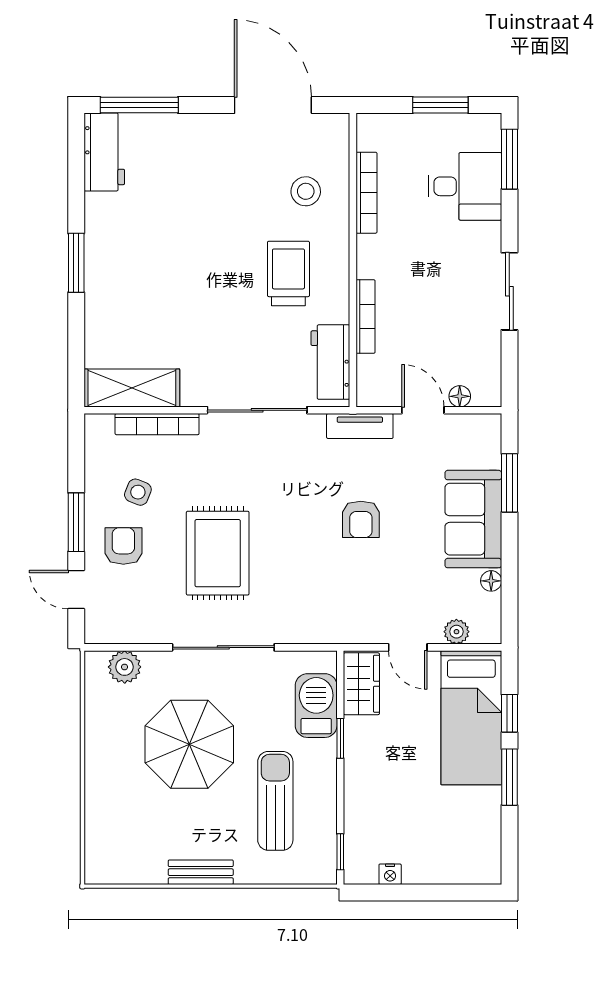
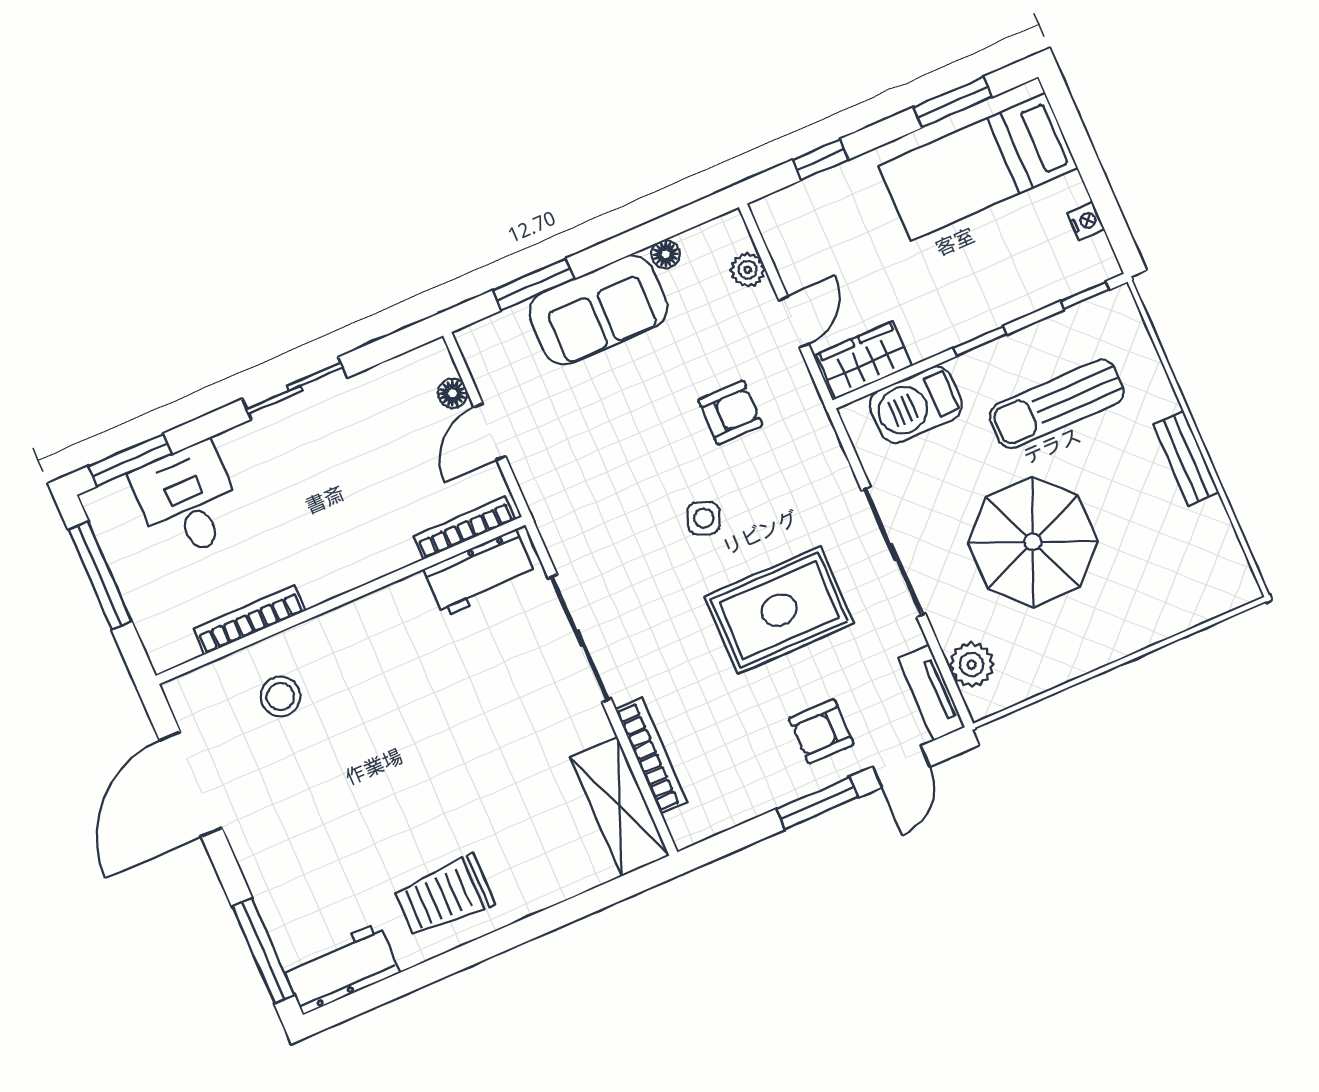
window: (440, 105) -> (100, 575), width x1.44
window: (76, 263) -> (494, 944), removed
trolley: (288, 273) -> (444, 896), moved
bookcase: (366, 317) -> (464, 528), moved
tv unit: (360, 426) -> (931, 693), moved, turned 180
side table: (138, 492) -> (704, 518), moved
armchair: (361, 519) -> (730, 412), moved
bed: (471, 718) -> (978, 167), moved, turned 180
window: (340, 738) -> (980, 341), moved
window: (509, 777) -> (953, 102), moved

